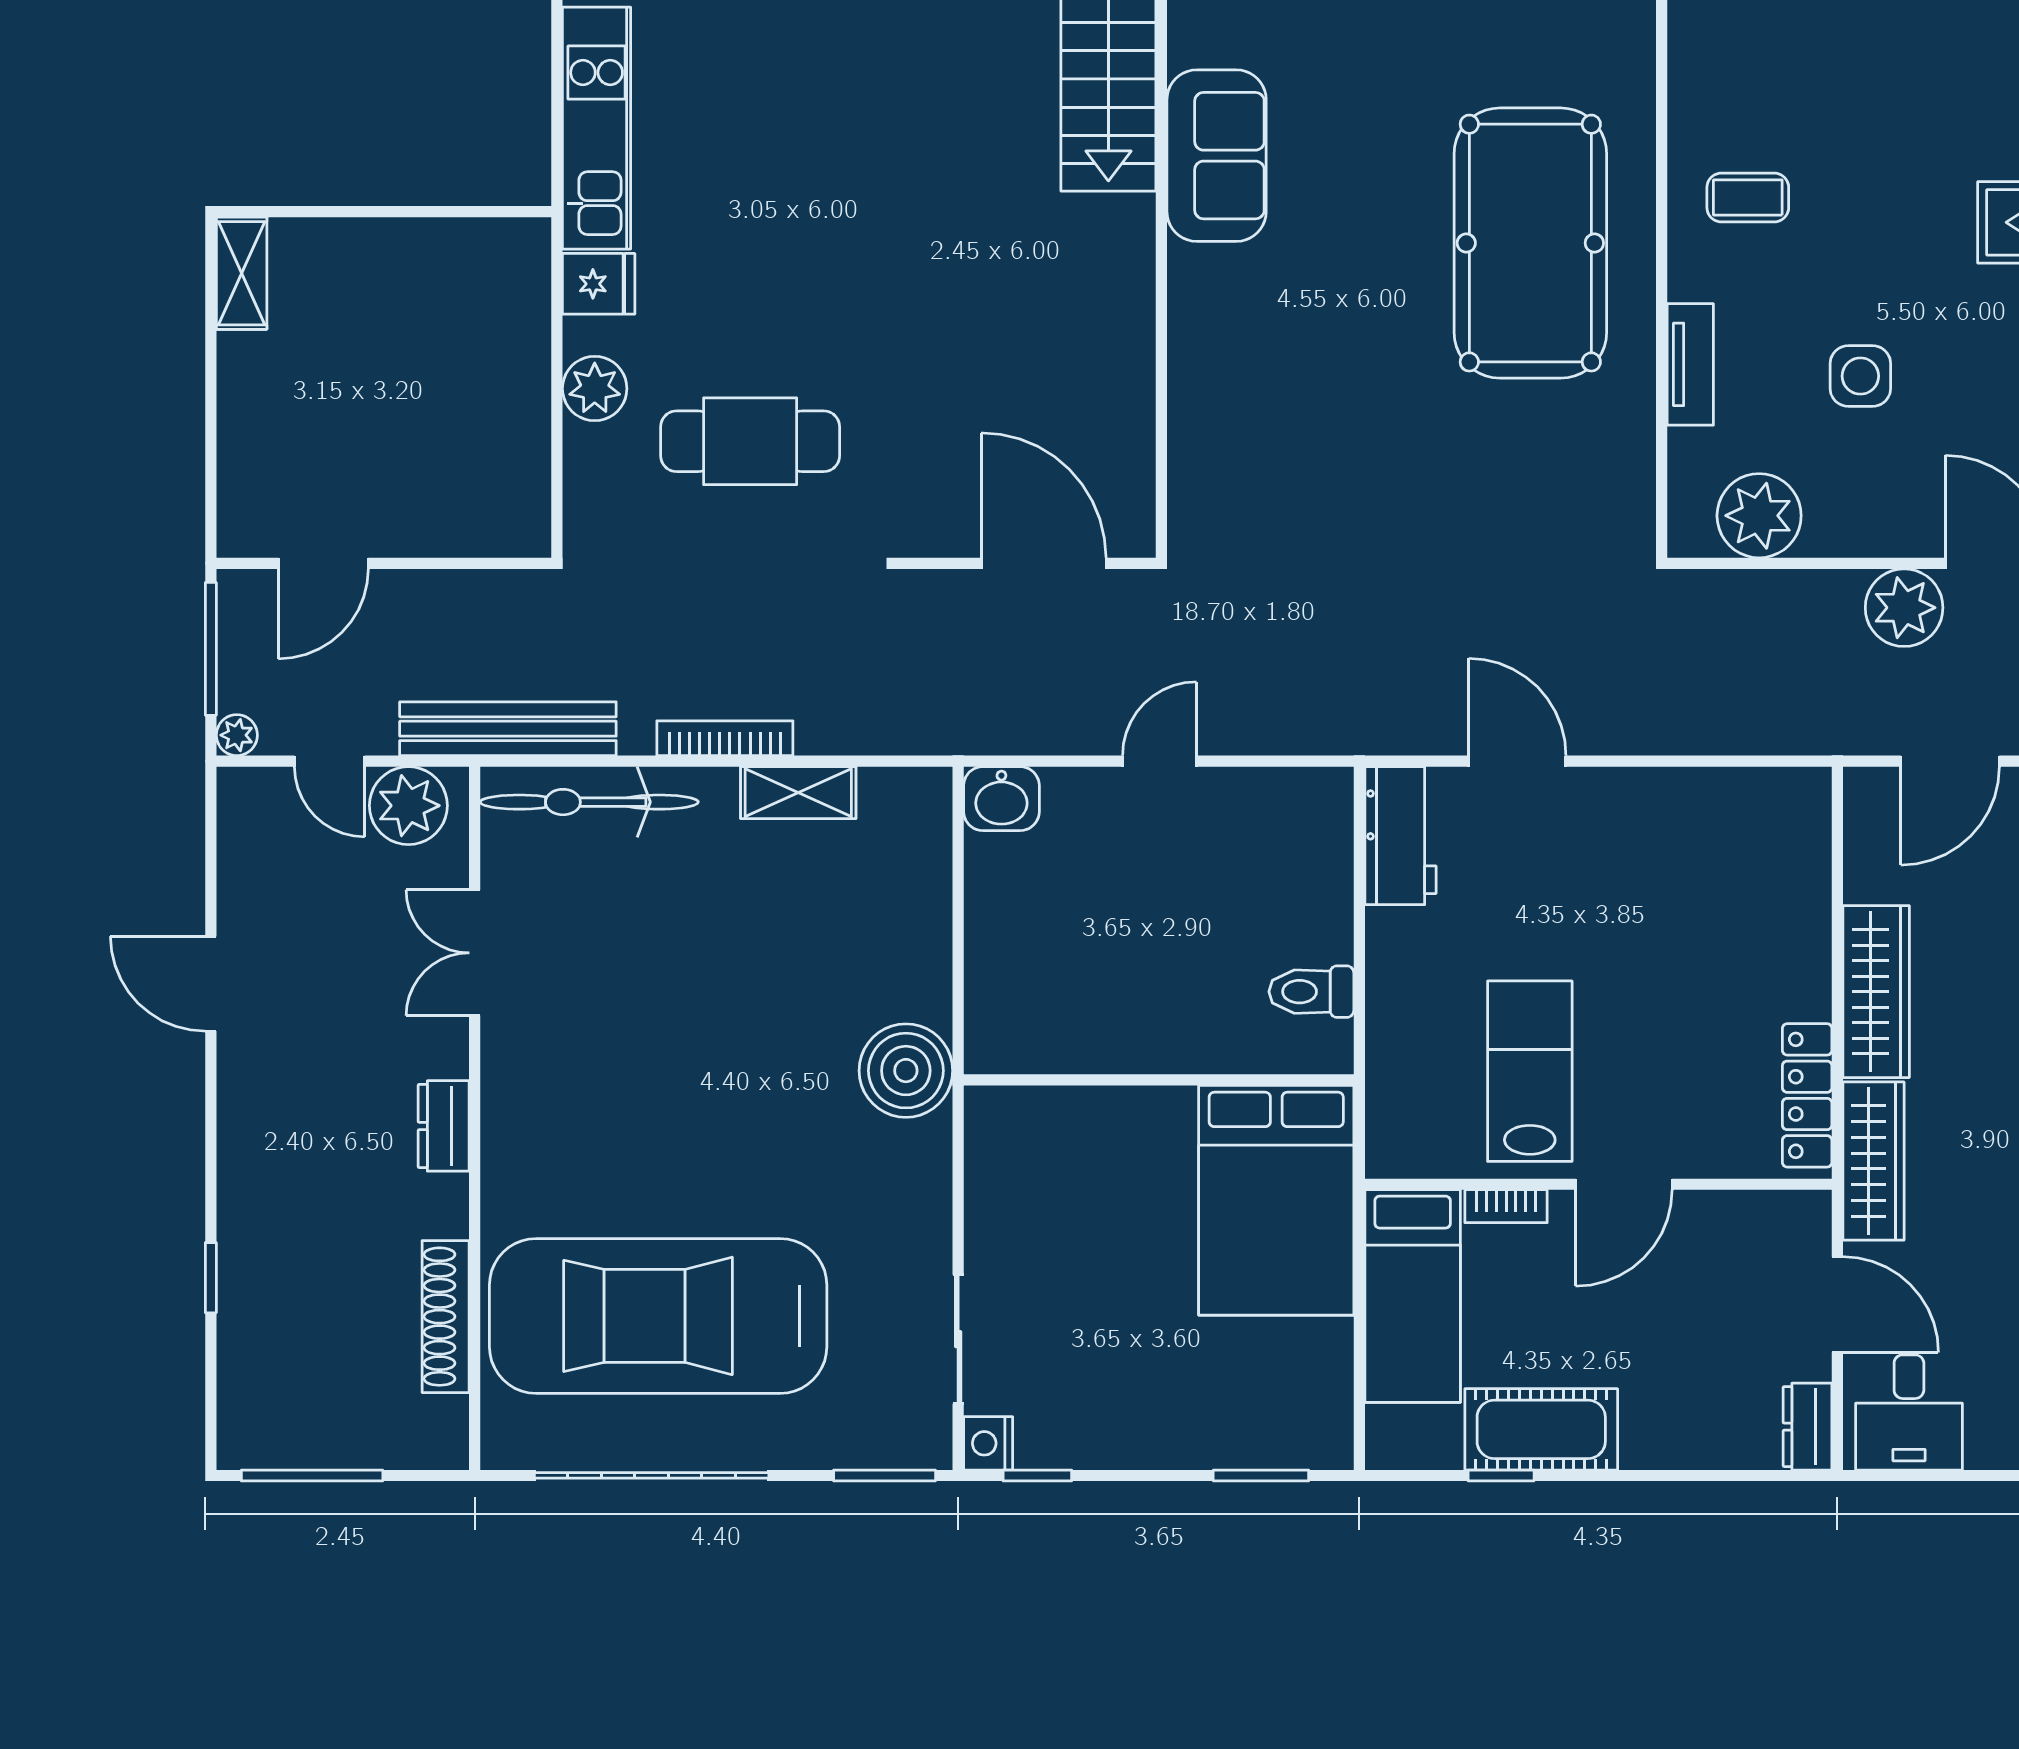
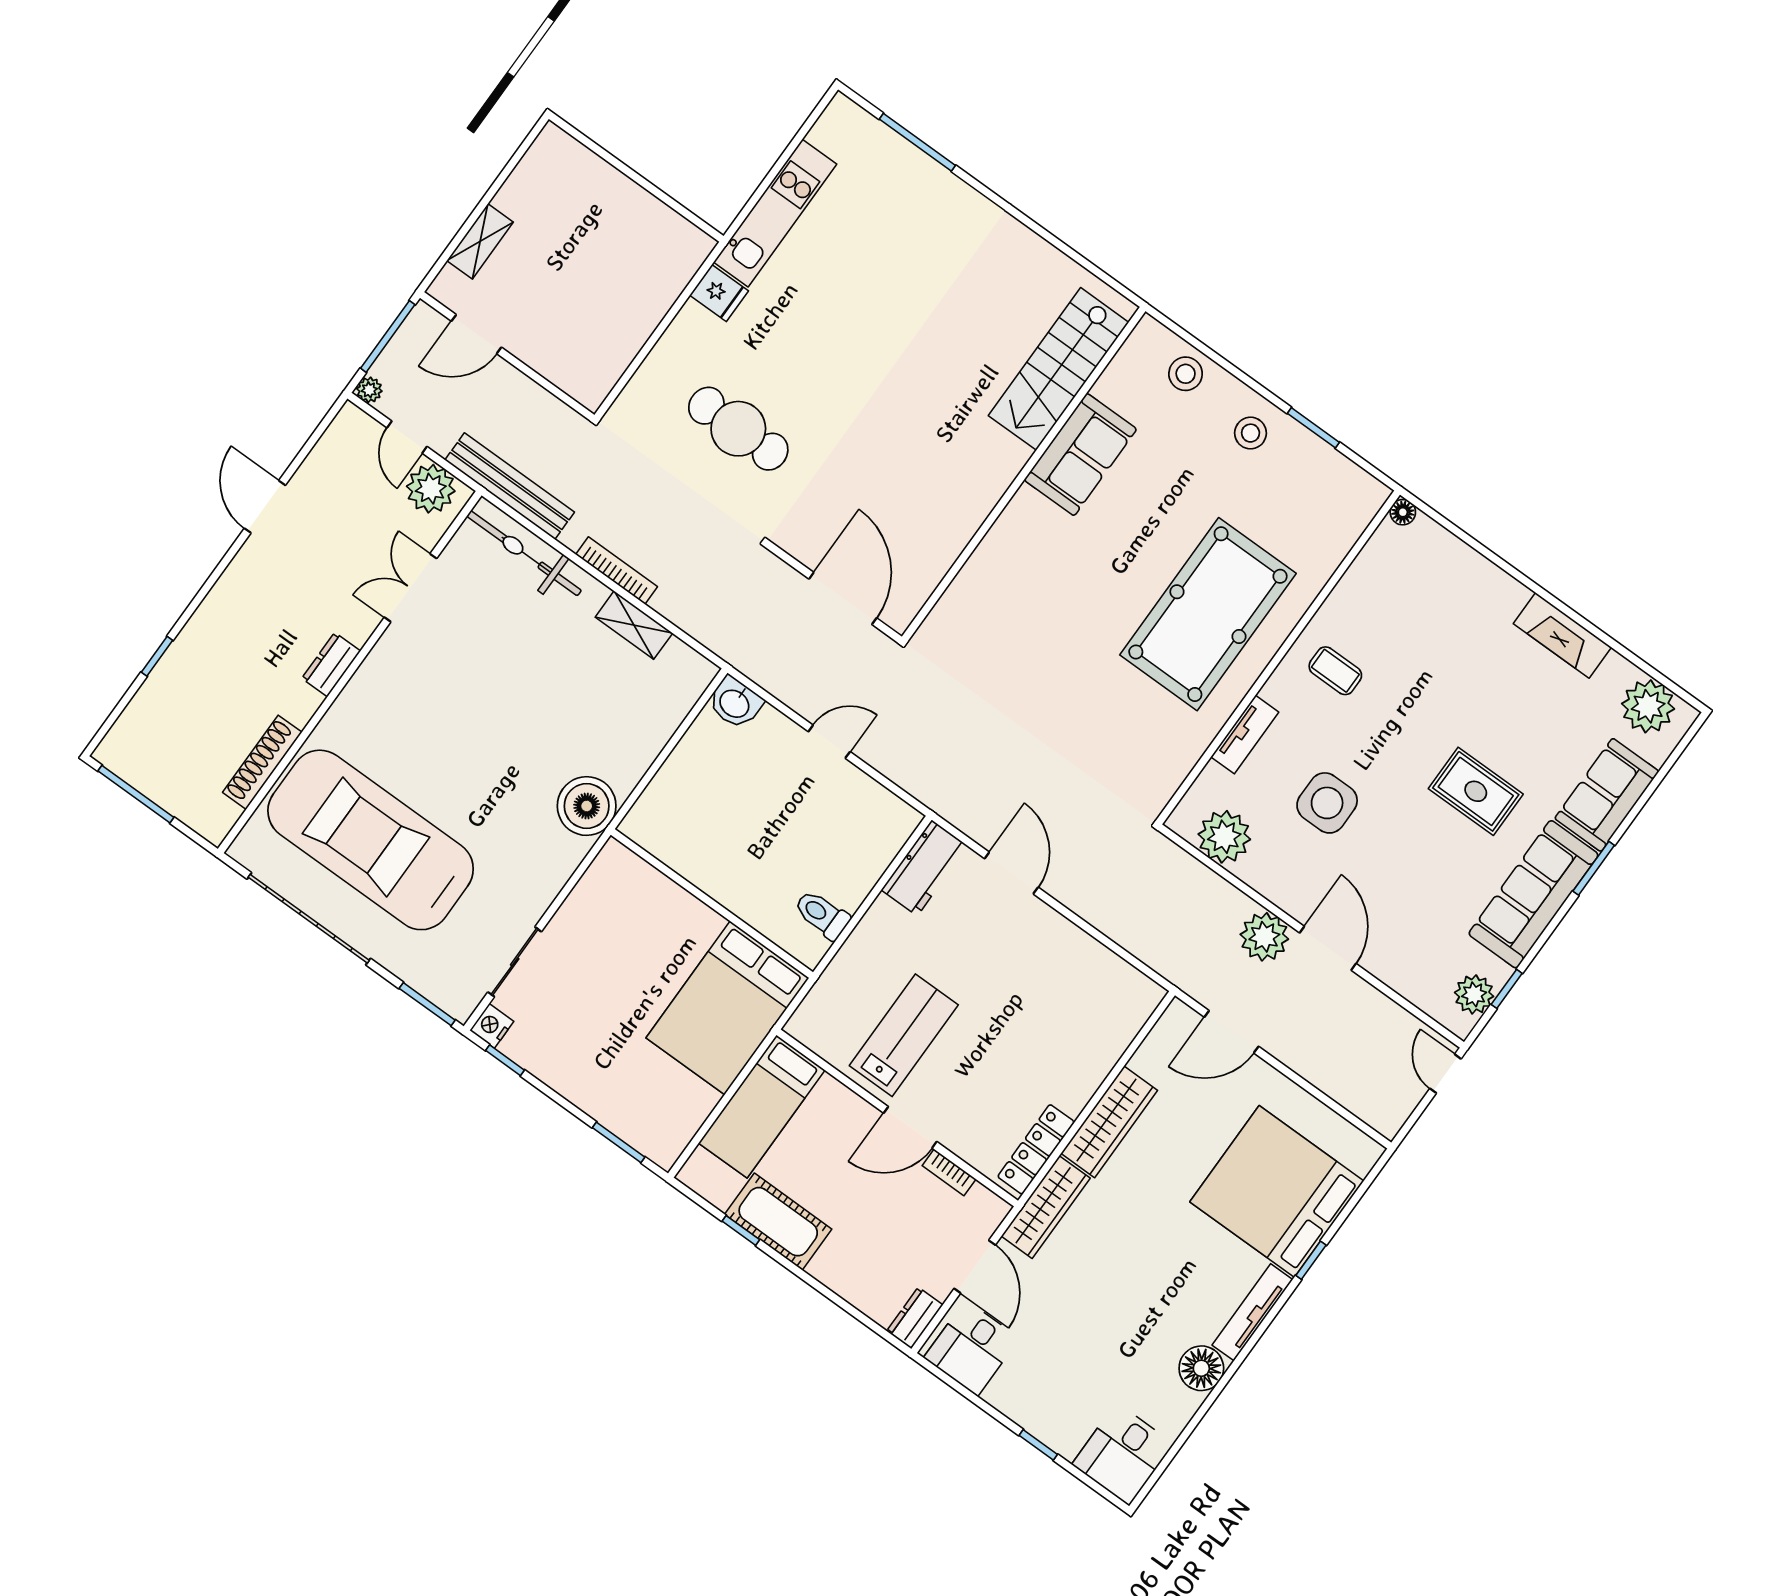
shelving: (242, 273) -> (480, 241), moved
side table: (1860, 376) -> (1327, 803), width x1.37, depth x1.37
plant: (595, 389) -> (679, 345), removed
bookcase: (1506, 1206) -> (949, 1172), moved

